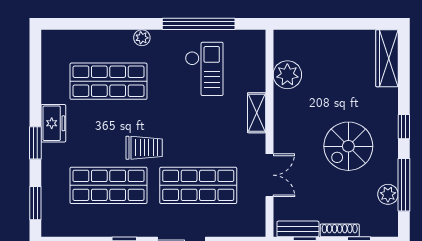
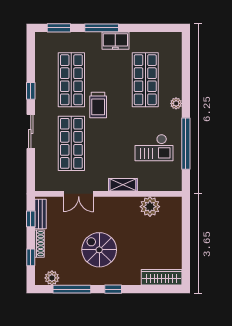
window: (35, 143) -> (102, 28), width x1.44
plant: (388, 194) -> (52, 278), moved

